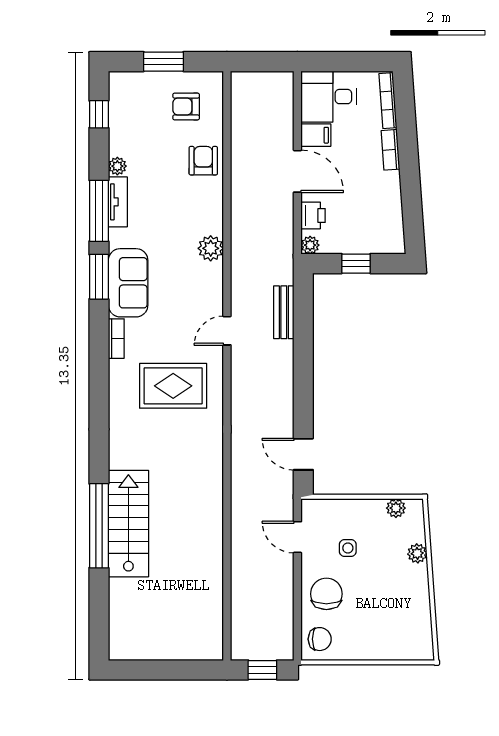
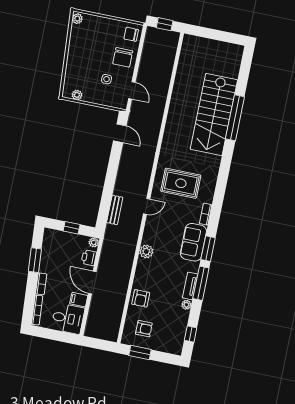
window: (163, 62) -> (140, 352), moved
window: (411, 191) -> (35, 260), added
stairs: (128, 524) -> (214, 115), width x1.36, depth x1.51
plant: (417, 553) -> (77, 19), moved

